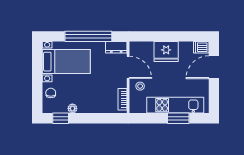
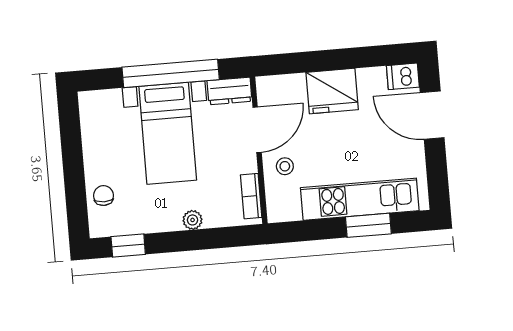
bed with nightstands: (66, 62) -> (168, 133), moved, turned 90
door: (128, 67) -> (257, 130), hinge flipped
door: (214, 67) -> (432, 115), hinge flipped
plant: (72, 108) -> (193, 220), moved

